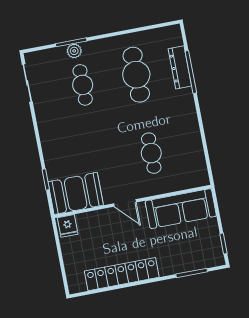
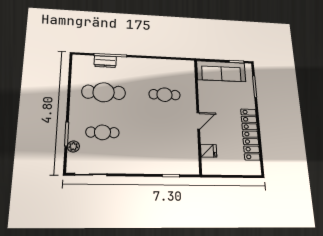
plant: (74, 51) -> (73, 146), moved
dresser: (180, 67) -> (105, 62), width x0.70
booth: (76, 193) -> (186, 155), removed
sofa: (181, 209) -> (221, 71), moved, turned 90
fridge: (68, 226) -> (209, 151), moved

